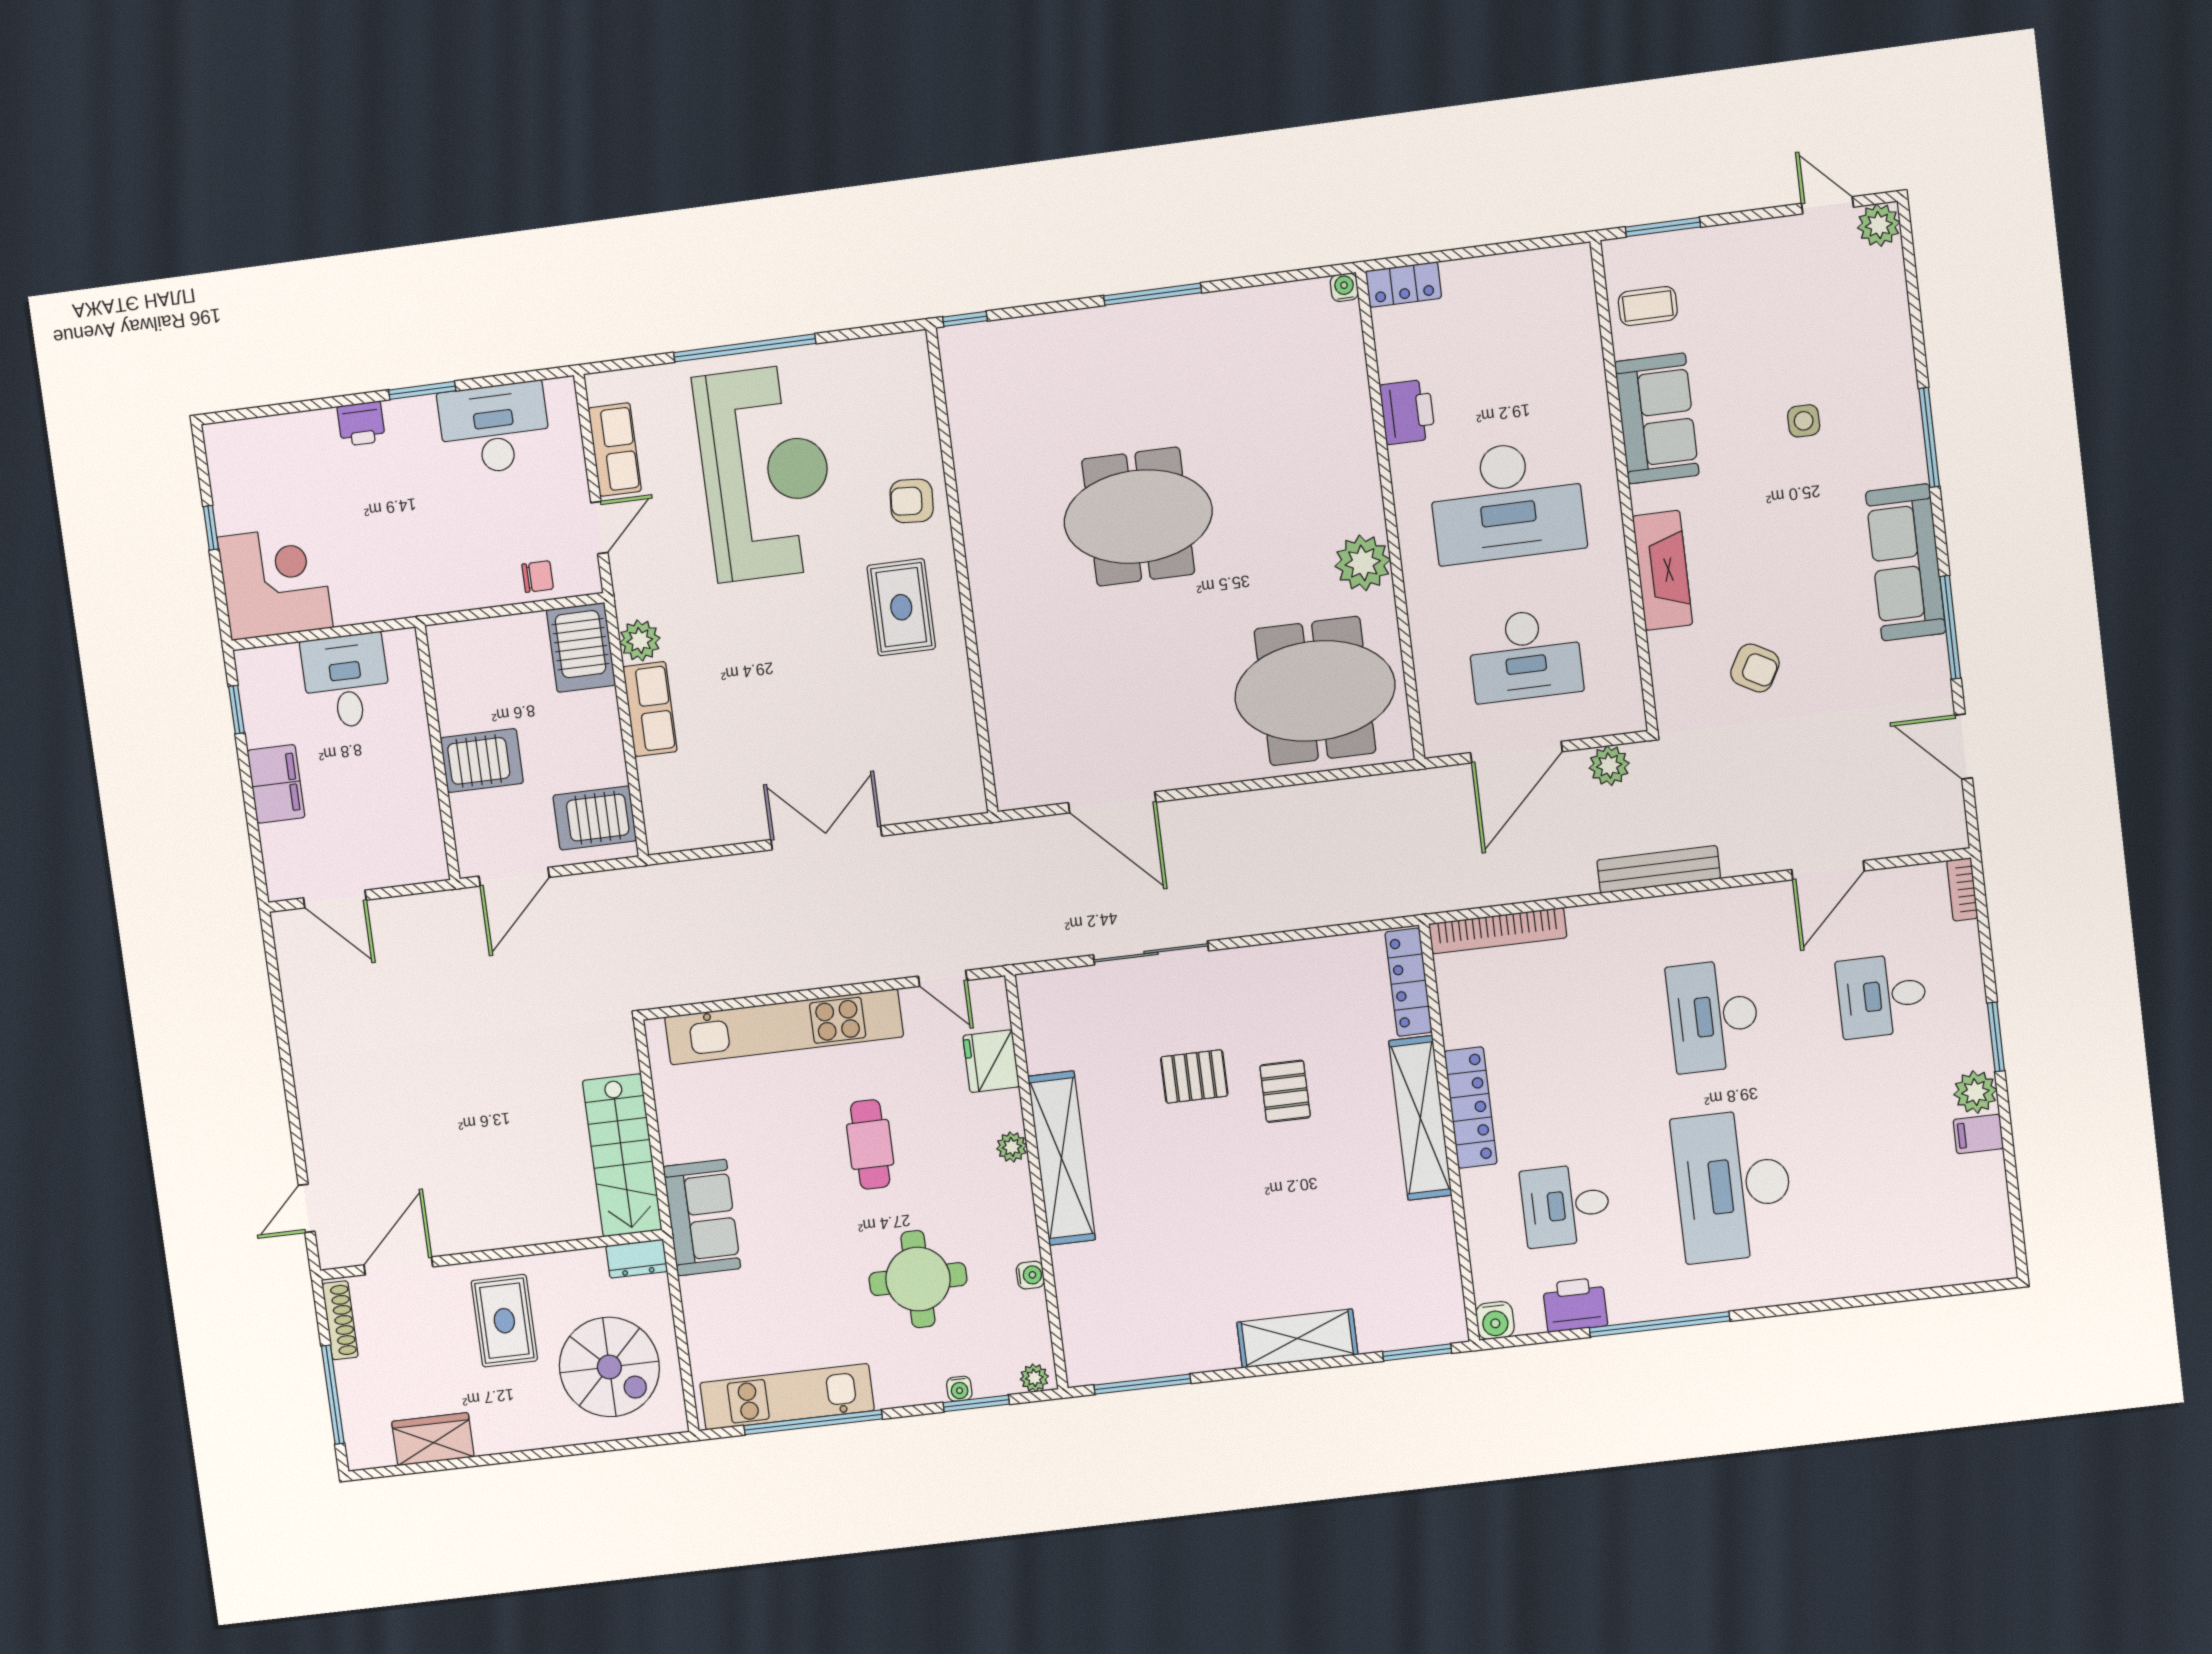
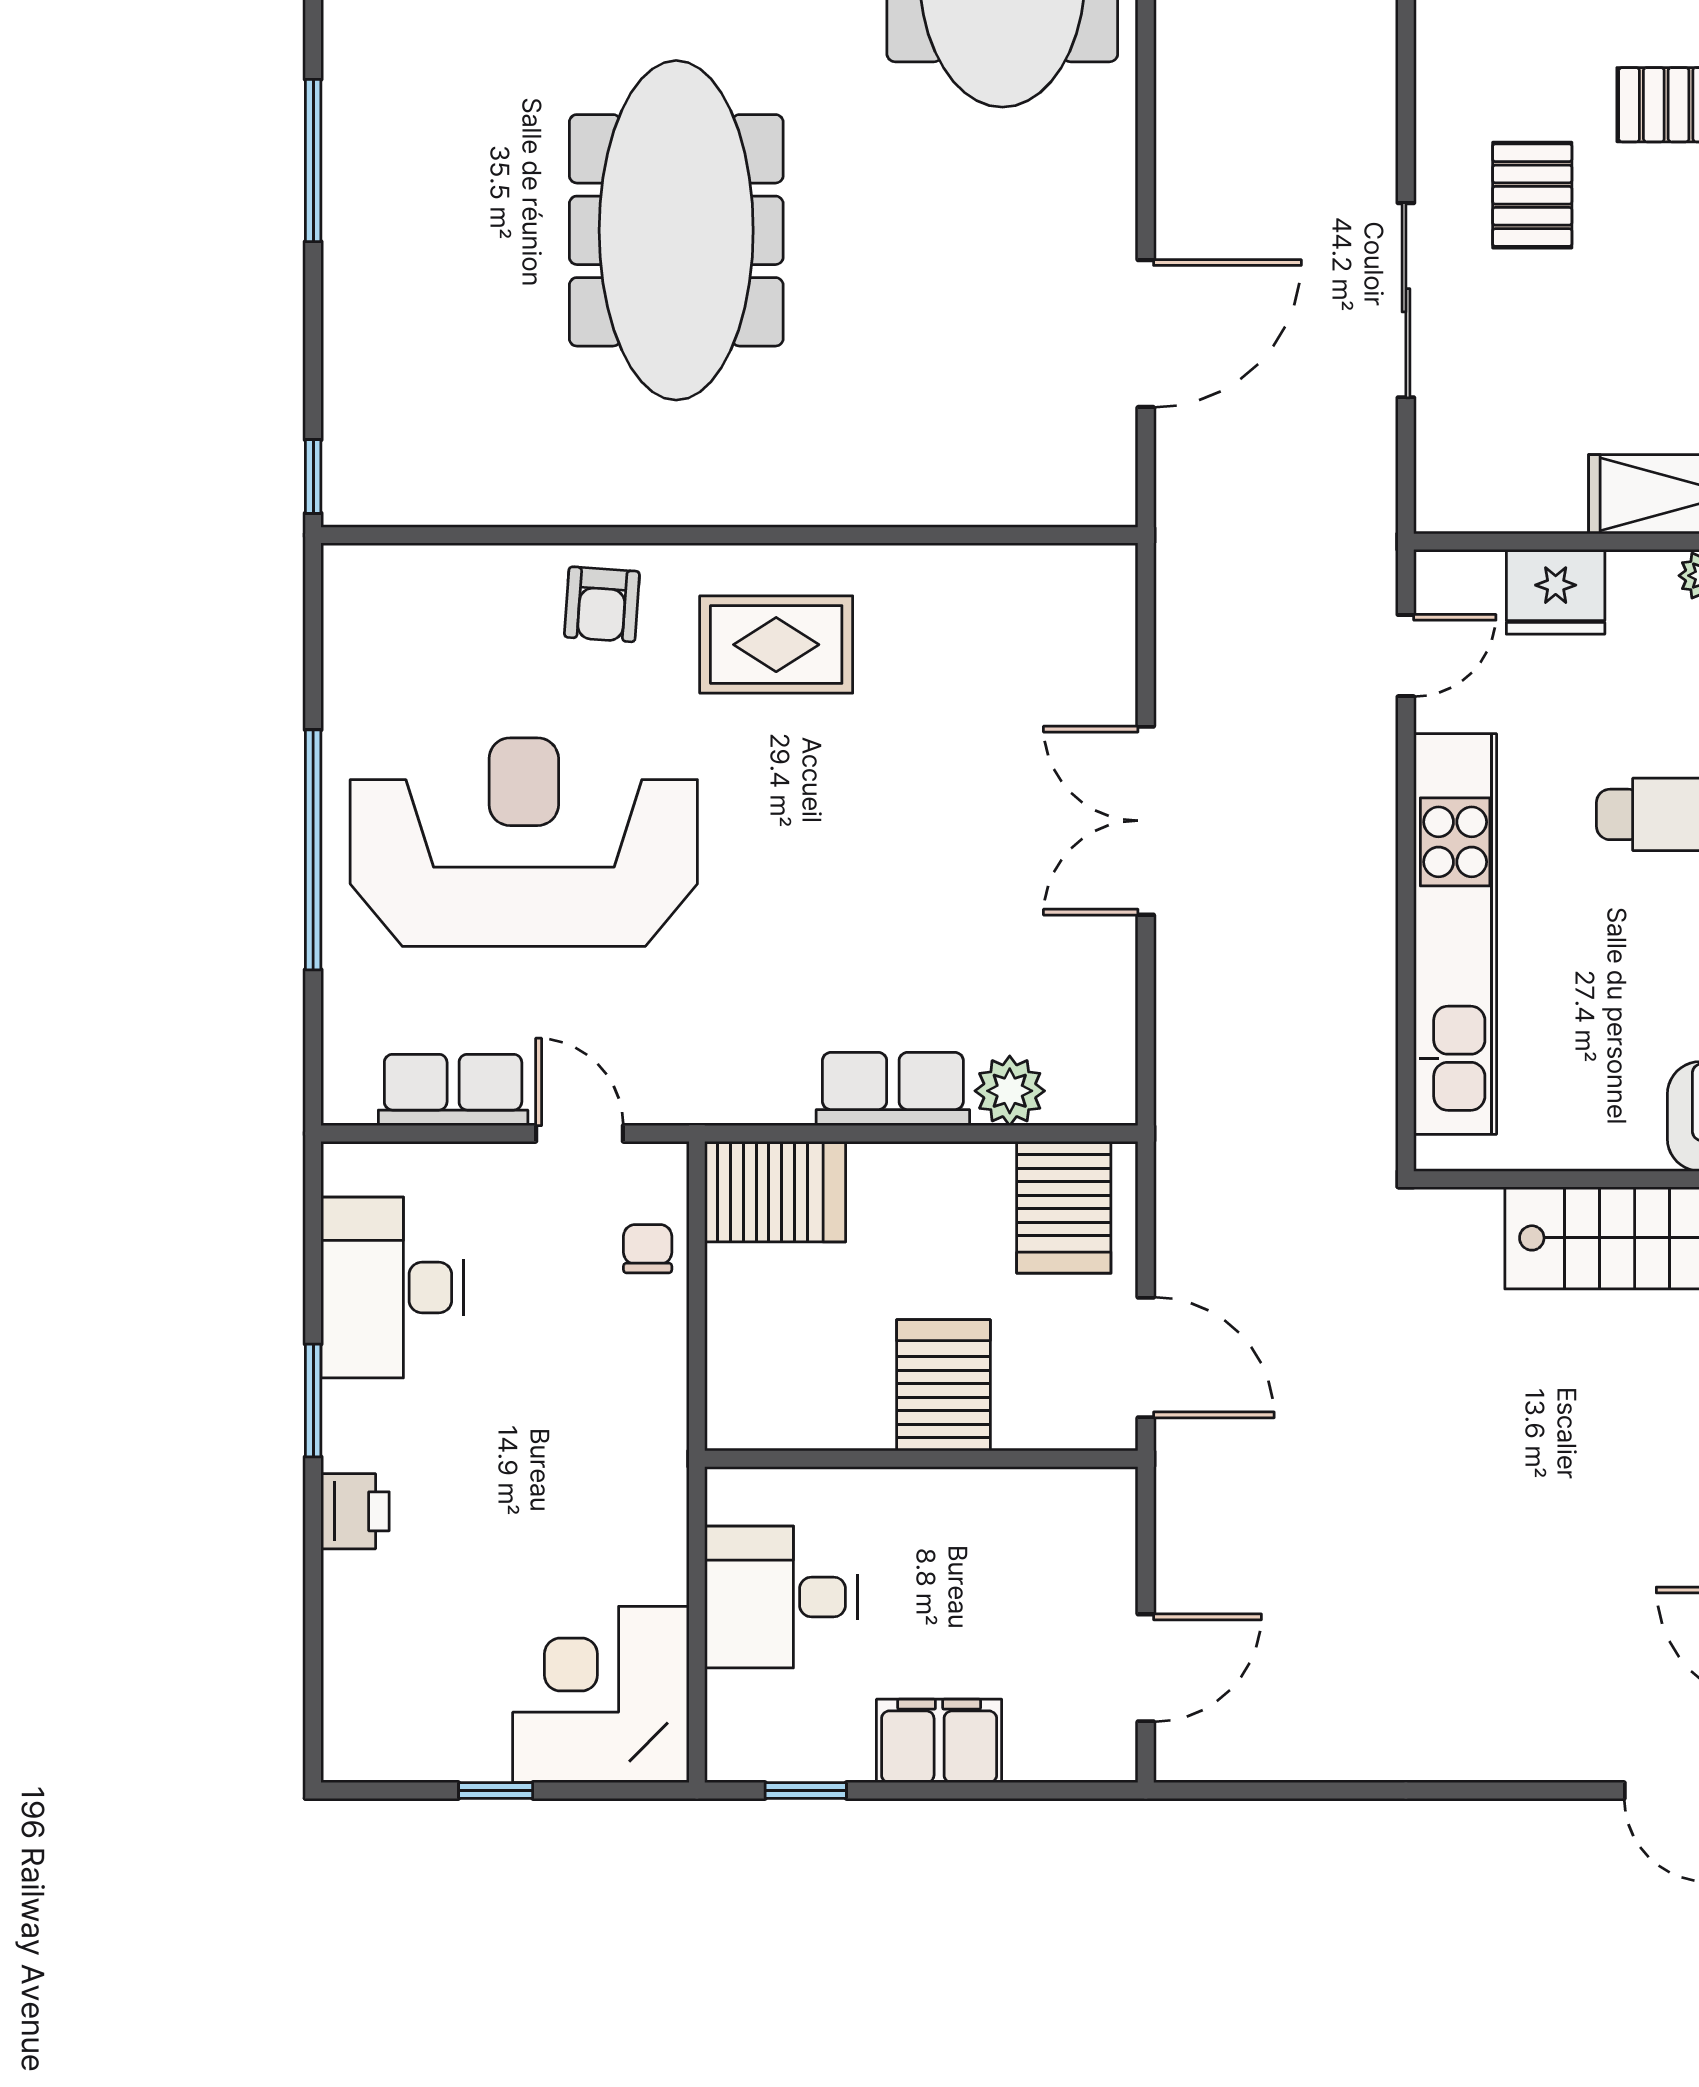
meeting table: (1138, 517) -> (676, 230), width x1.36
plant: (640, 640) -> (1010, 1091), moved
pallet: (1194, 1076) -> (1532, 195), moved

